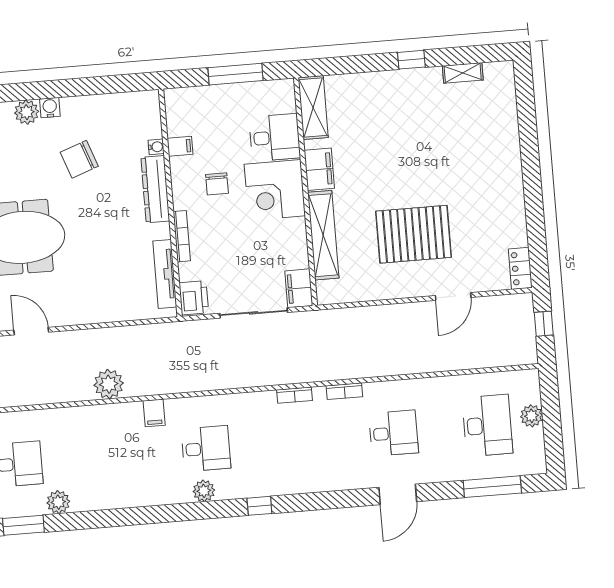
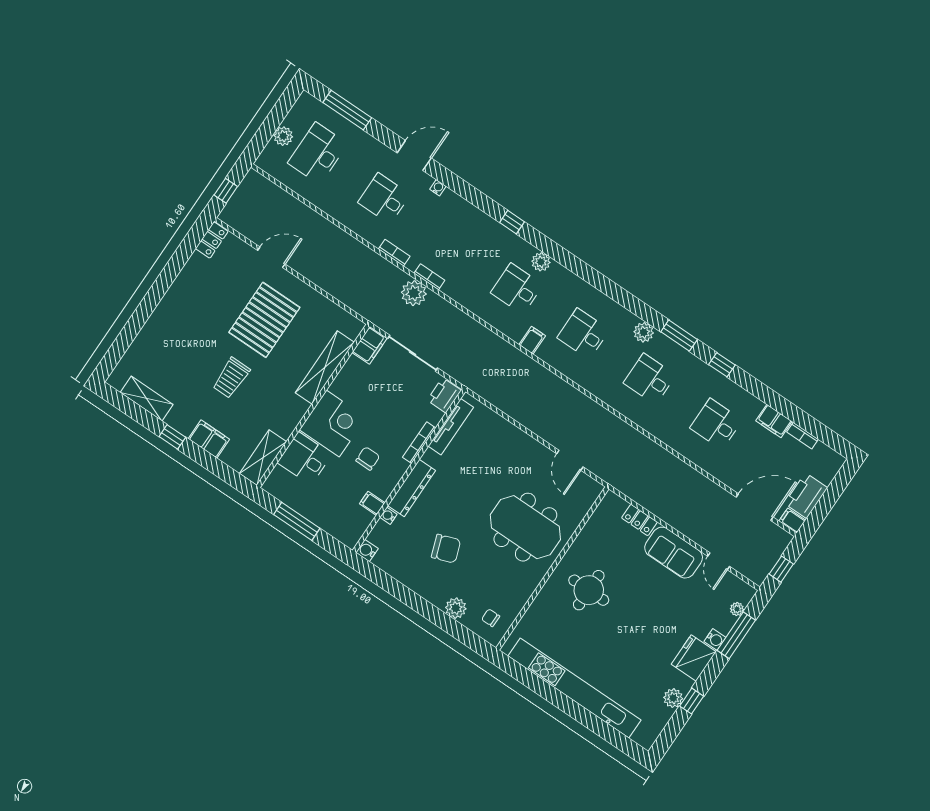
shelving: (463, 73) -> (147, 399), width x1.50, depth x1.33
water cooler: (50, 108) -> (367, 550), moved, turned 90
trolley: (401, 157) -> (231, 378), added
filing cabinet: (319, 169) -> (209, 439), moved, turned 90
pallet: (413, 234) -> (264, 320), turned 90
plant: (109, 384) -> (414, 293), moved
desk: (112, 456) -> (583, 334), added
water cooler: (352, 483) -> (438, 188), added

